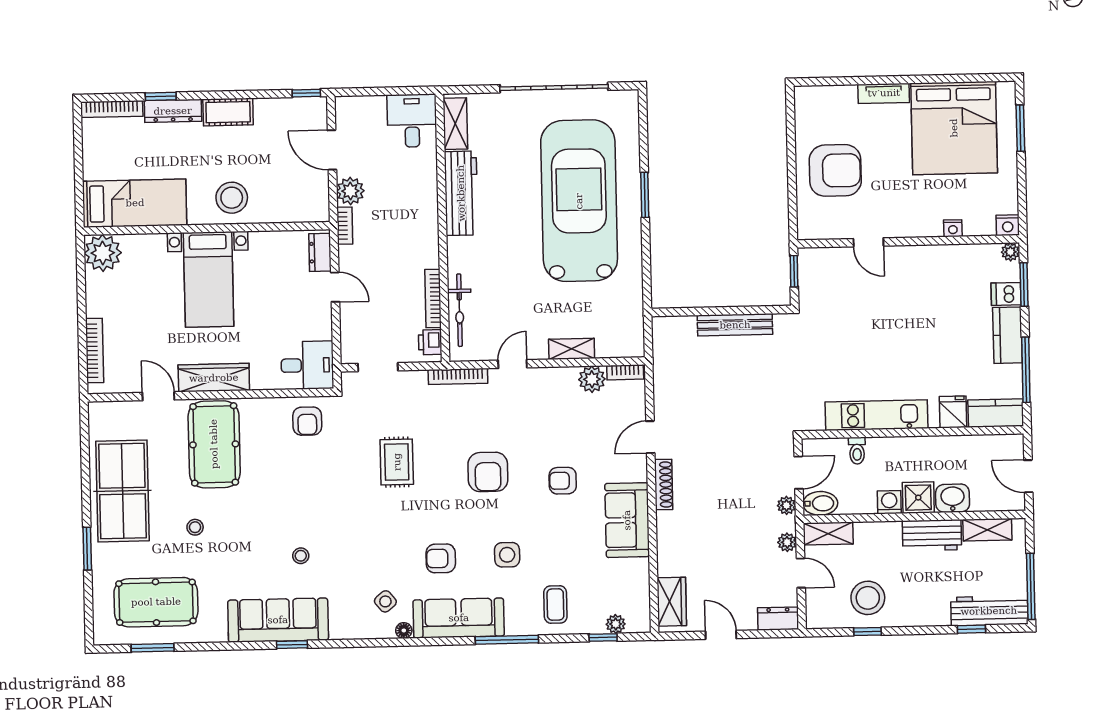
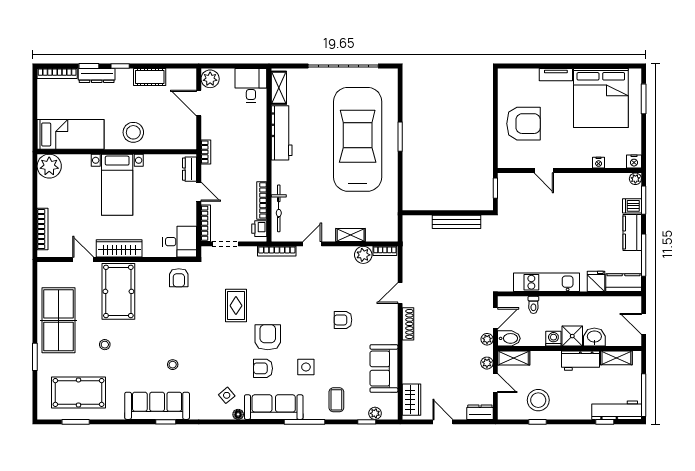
window: (306, 93) -> (120, 66), moved
cot: (228, 112) -> (150, 77), moved
plant: (350, 191) -> (210, 79), moved
bookcase: (347, 336) -> (206, 223), added
armchair: (488, 472) -> (268, 337), moved, turned 180
sofa: (627, 520) -> (384, 369), moved

